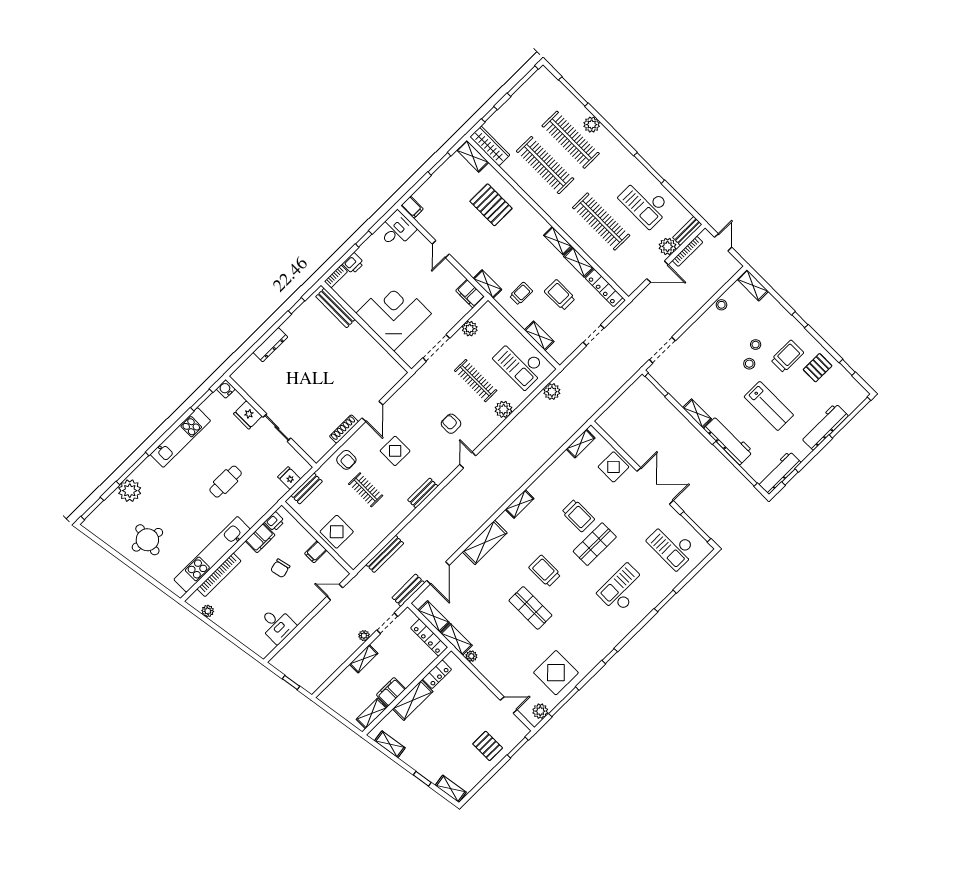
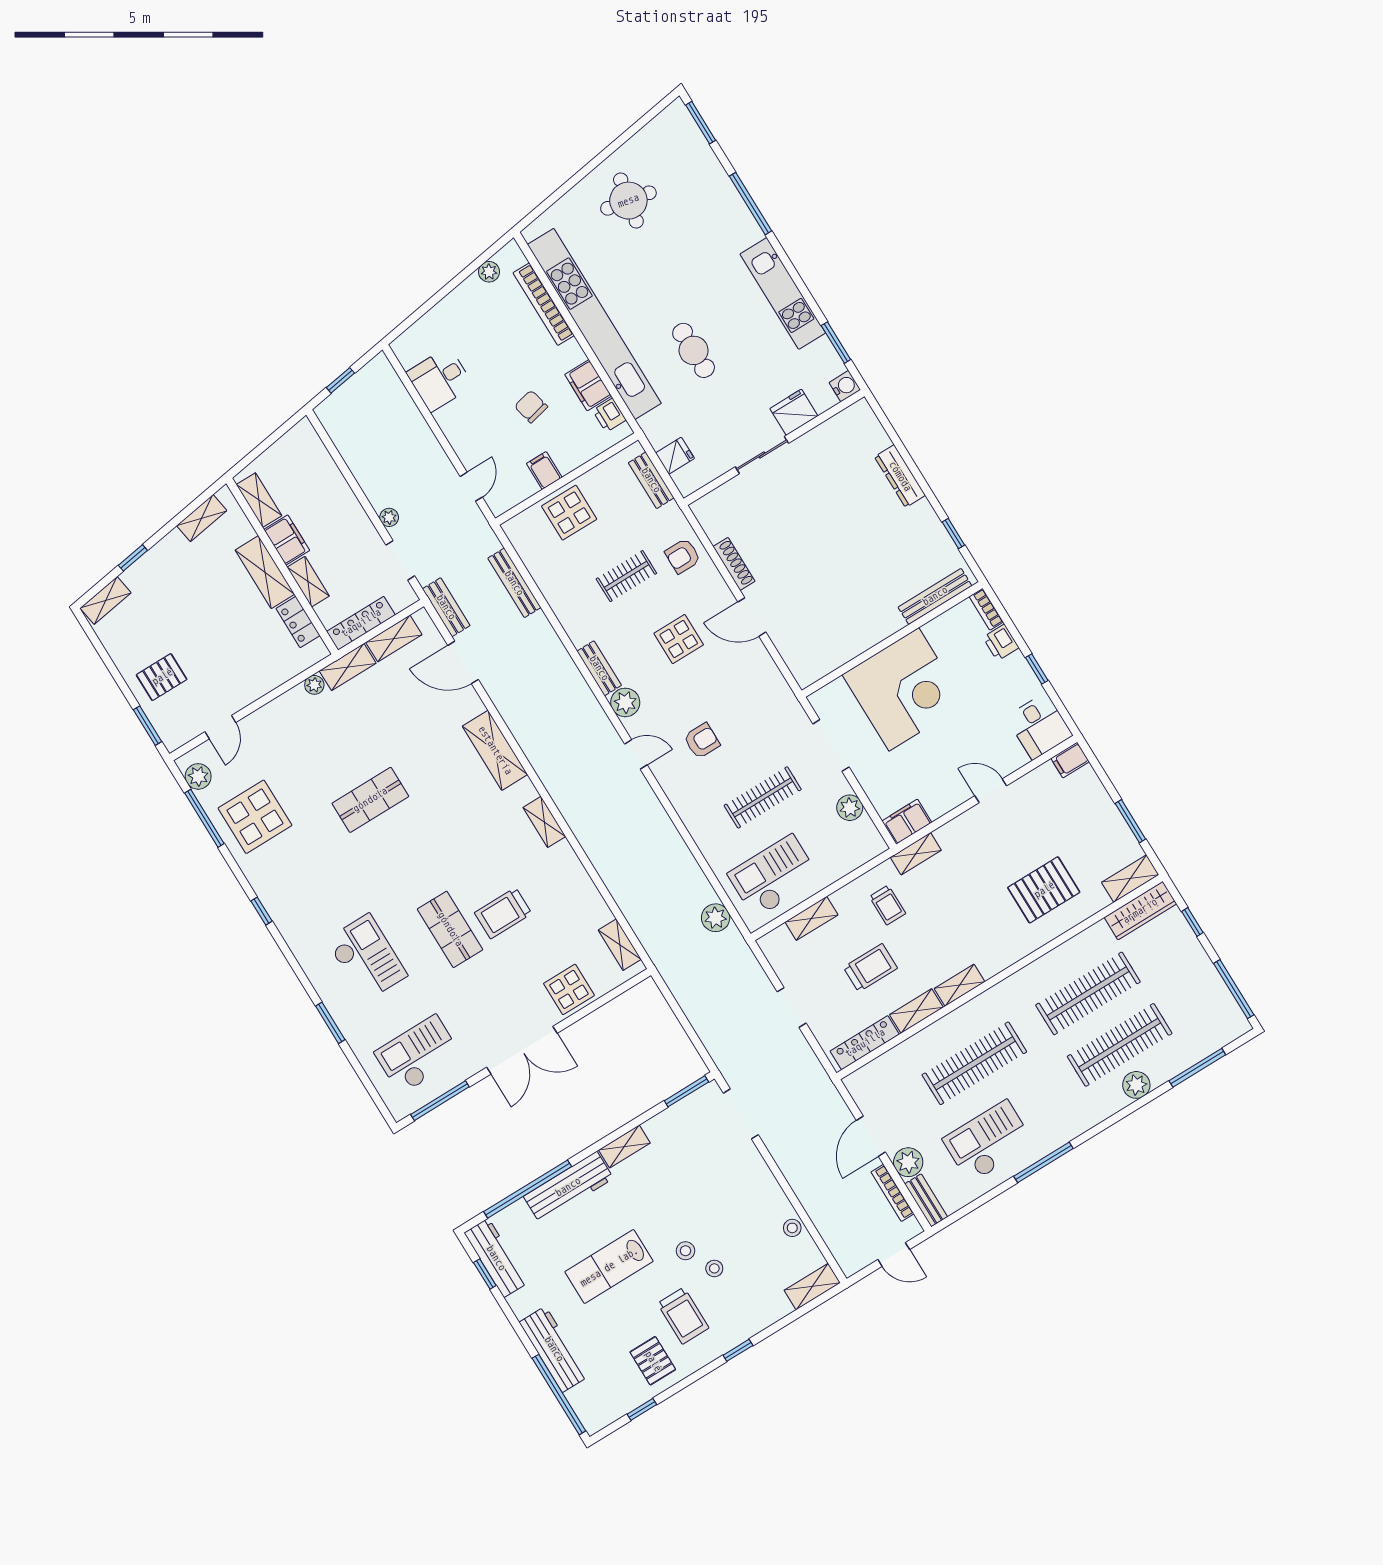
plant: (504, 409) -> (625, 702), moved
plant: (130, 491) -> (715, 190), removed
kitchen unit: (212, 554) -> (594, 324), width x1.36
trolley: (545, 571) -> (425, 837), removed
shelving: (364, 659) -> (308, 582), moved

